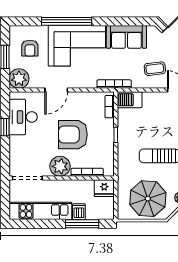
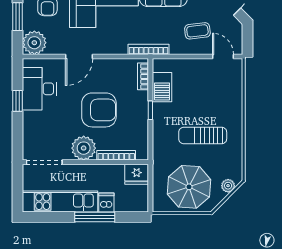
barbecue: (130, 100) -> (162, 87), moved, turned -90
armchair: (73, 135) -> (99, 110), turned 180
window: (82, 224) -> (95, 217), moved

